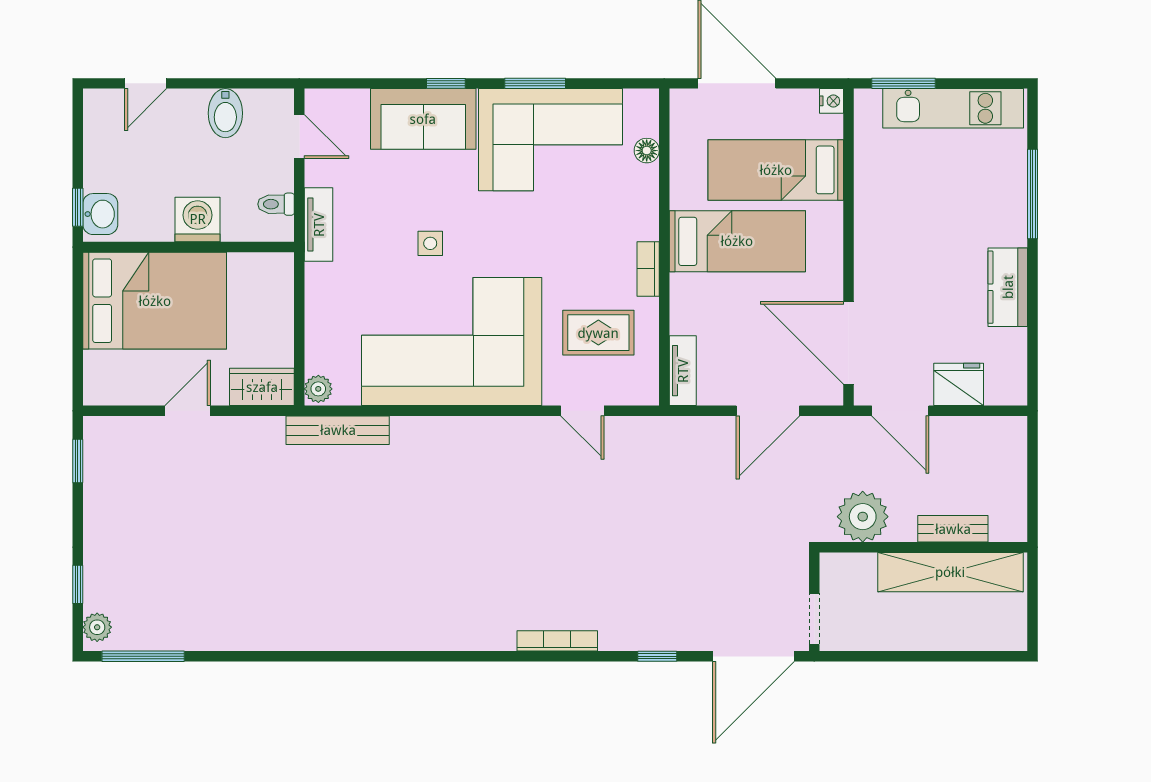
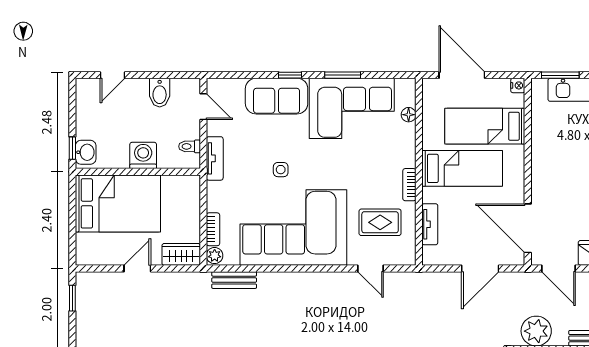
bookcase: (316, 344) -> (213, 229), added
tv unit: (683, 371) -> (430, 224), moved
bench: (338, 430) -> (234, 280), width x0.73

